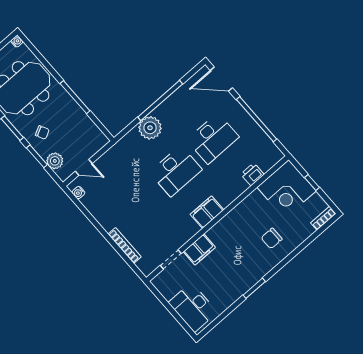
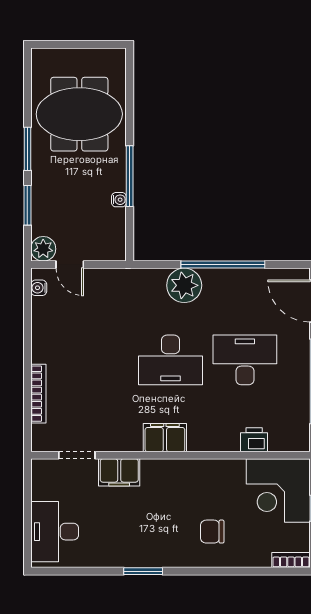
water cooler: (17, 41) -> (119, 200), moved
chair: (42, 132) -> (57, 184), removed
desk: (213, 138) -> (245, 360), turned 180
plant: (55, 161) -> (43, 249), moved

